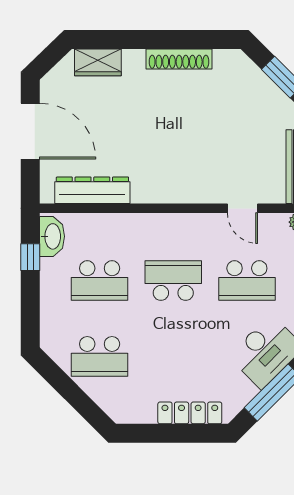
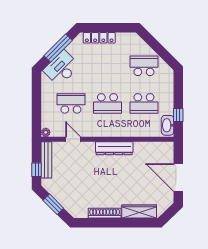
wardrobe: (98, 62) -> (139, 212), width x1.50
dresser: (92, 190) -> (114, 148), moved
school desk: (100, 281) -> (144, 103), turned 180

